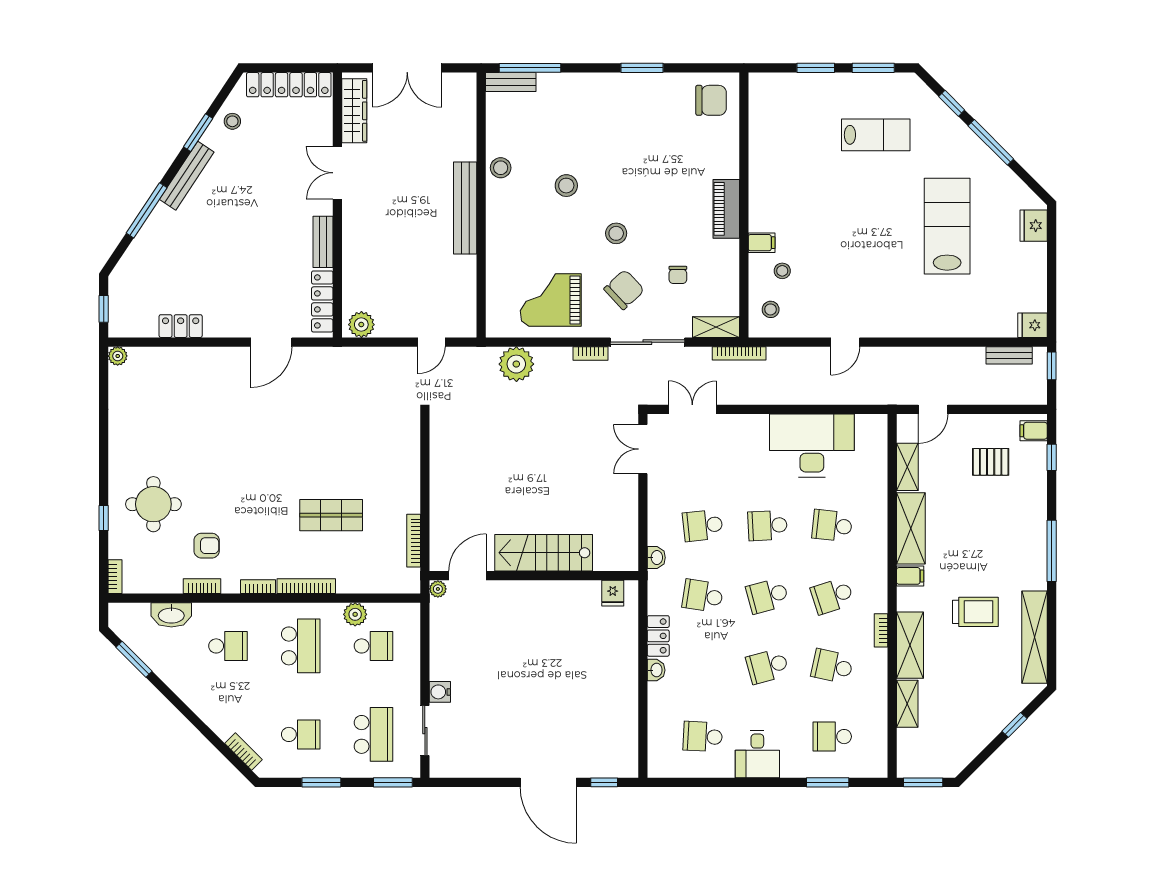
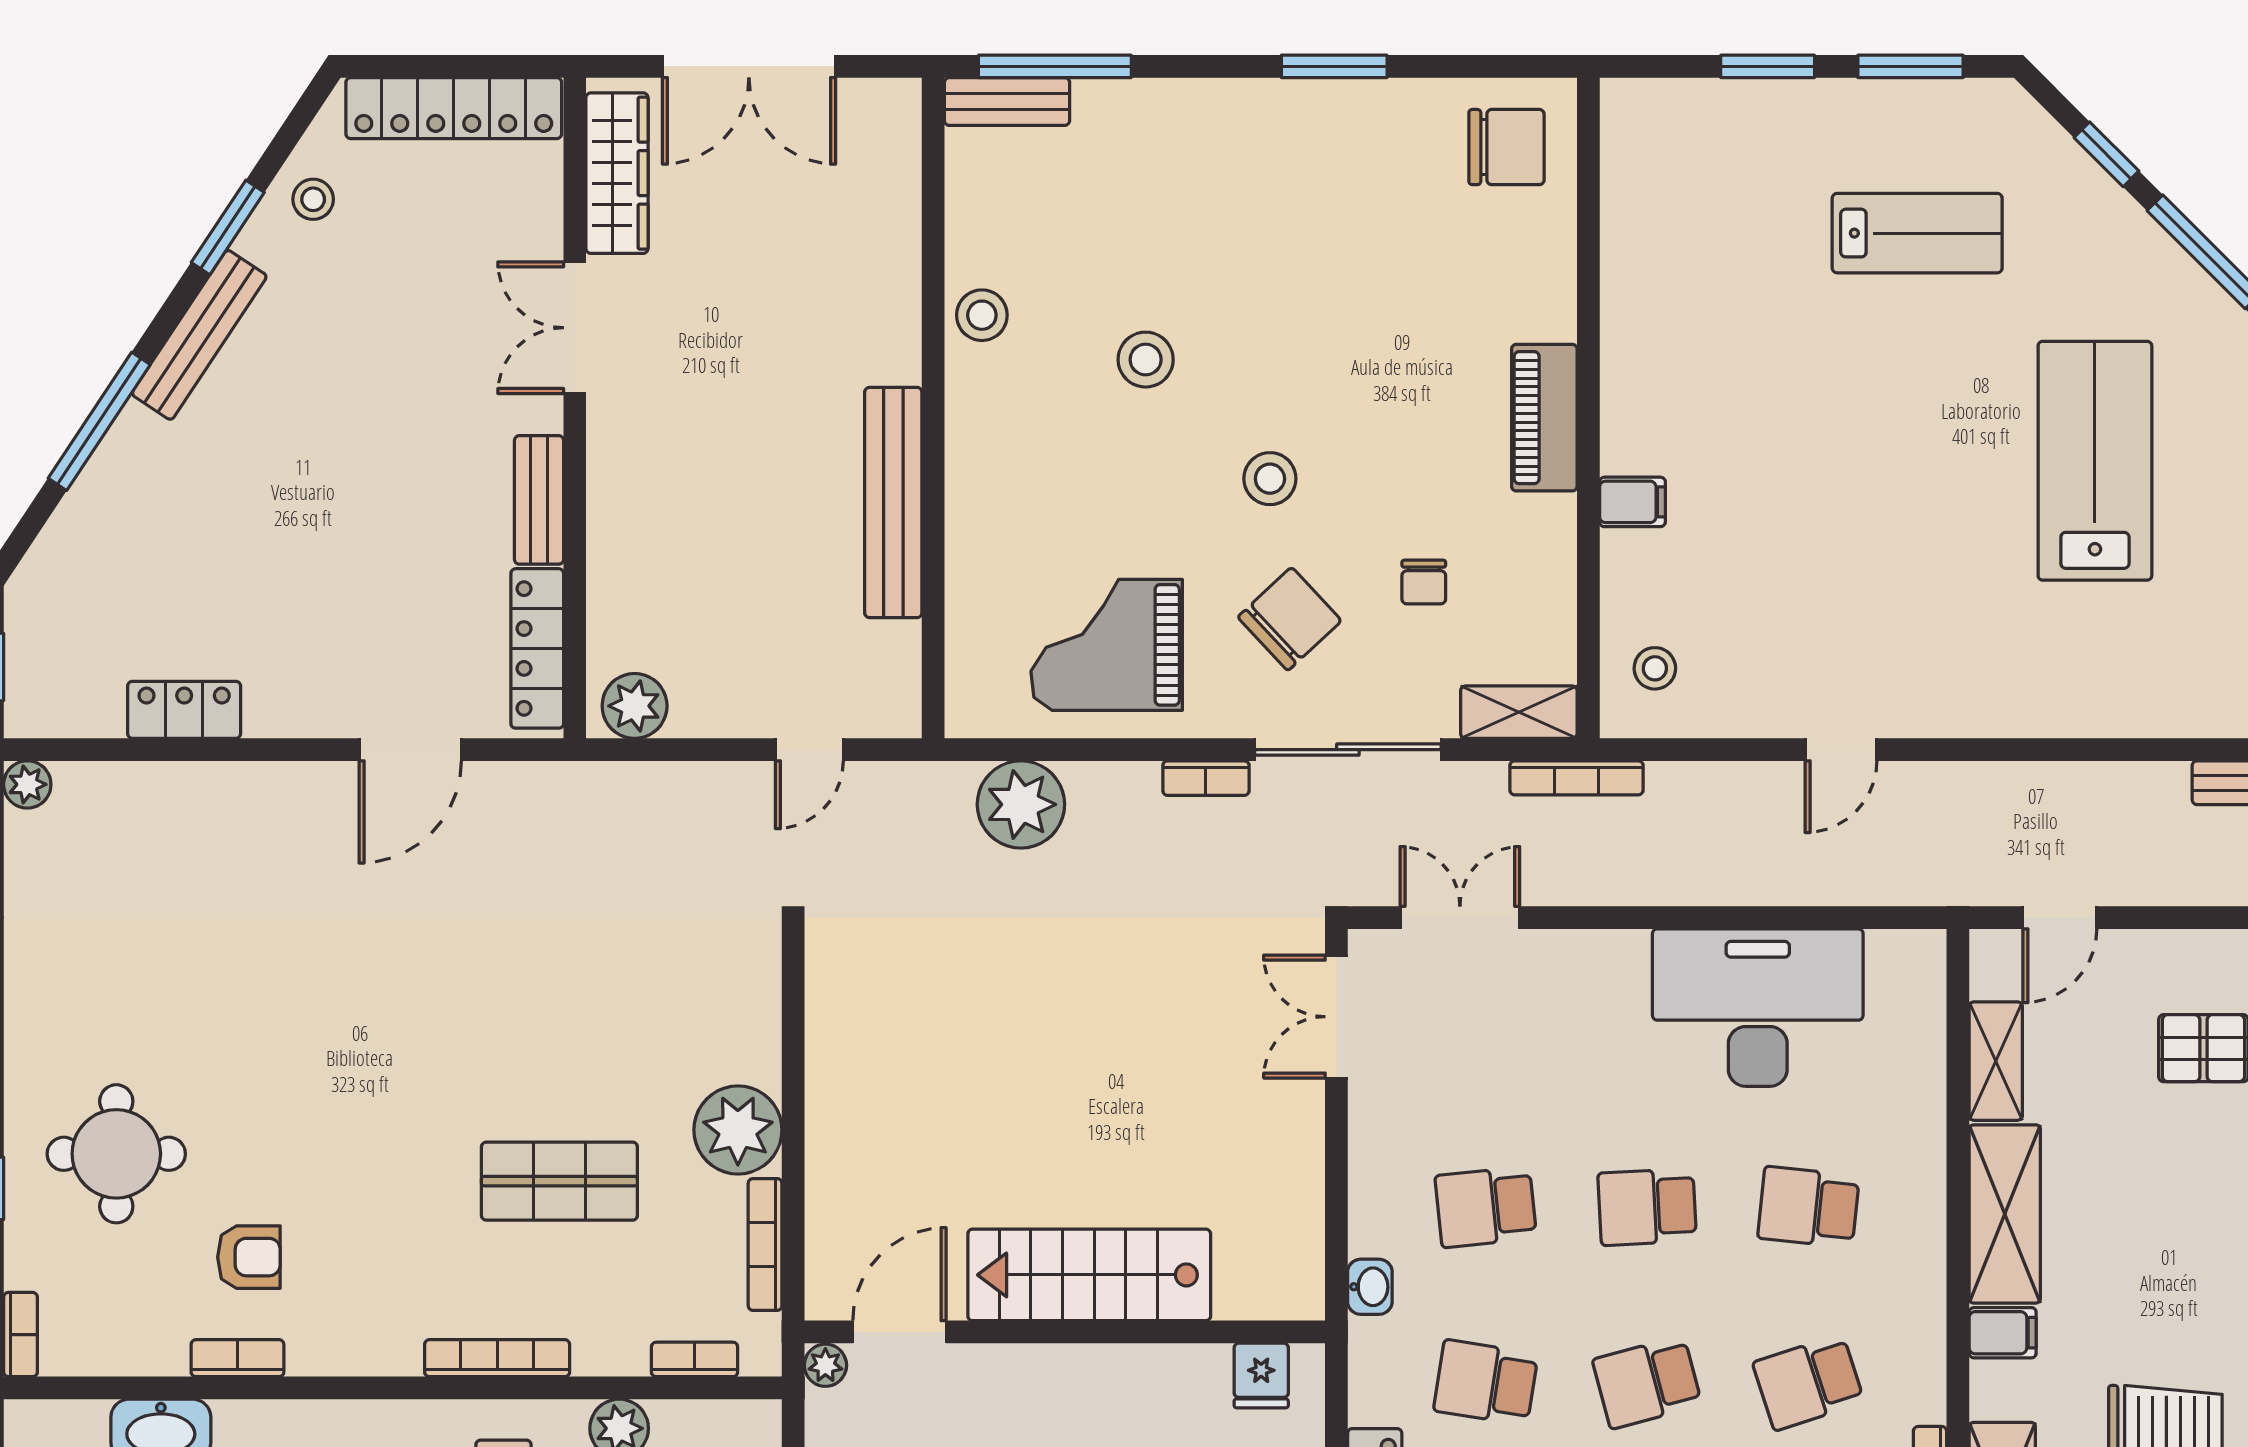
bench: (465, 208) -> (893, 503), moved
stool: (782, 271) -> (1684, 572), removed
plant: (403, 495) -> (738, 1130), added
bookcase: (258, 587) -> (695, 1359), moved

